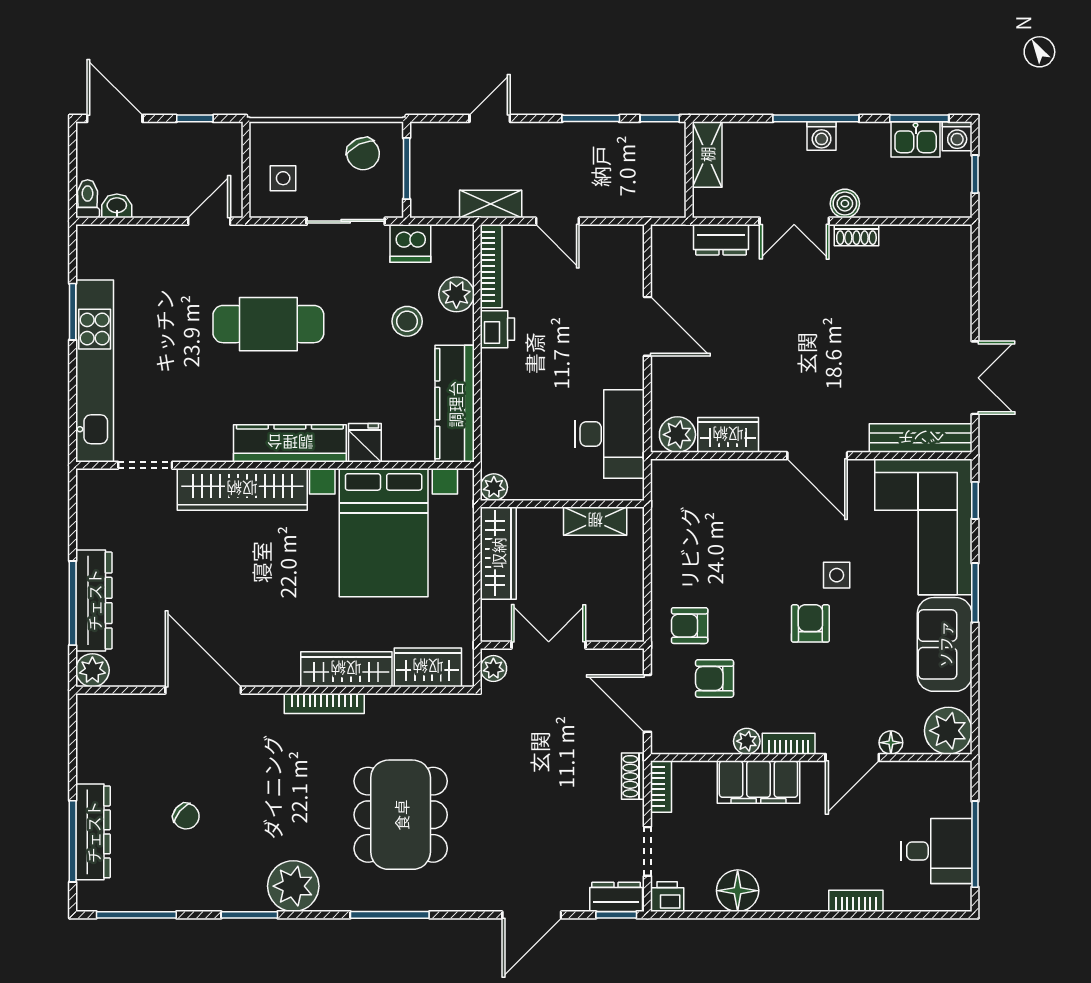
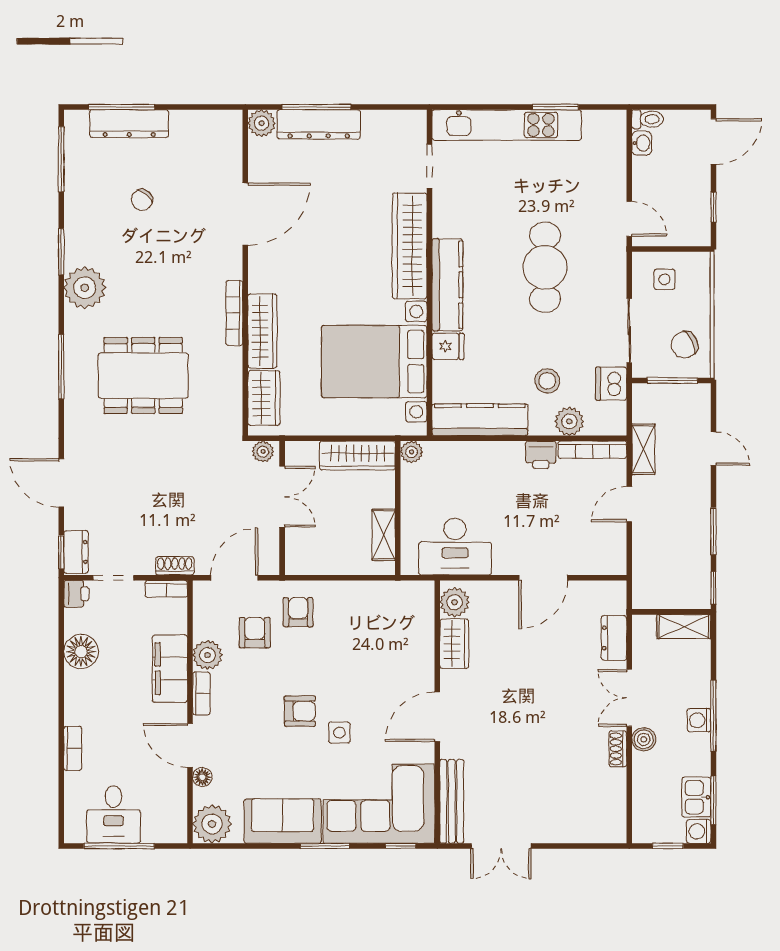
plant: (747, 741) -> (207, 655), width x1.38, depth x1.38

